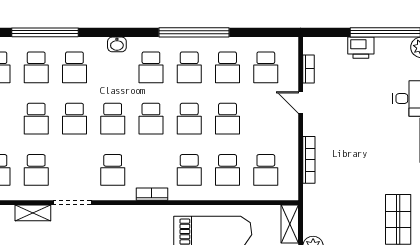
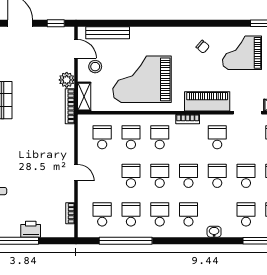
window: (194, 32) -> (126, 241), moved
door: (301, 102) -> (76, 173), moved
bookcase: (309, 160) -> (70, 106), moved
piano: (126, 218) -> (207, 101), added

